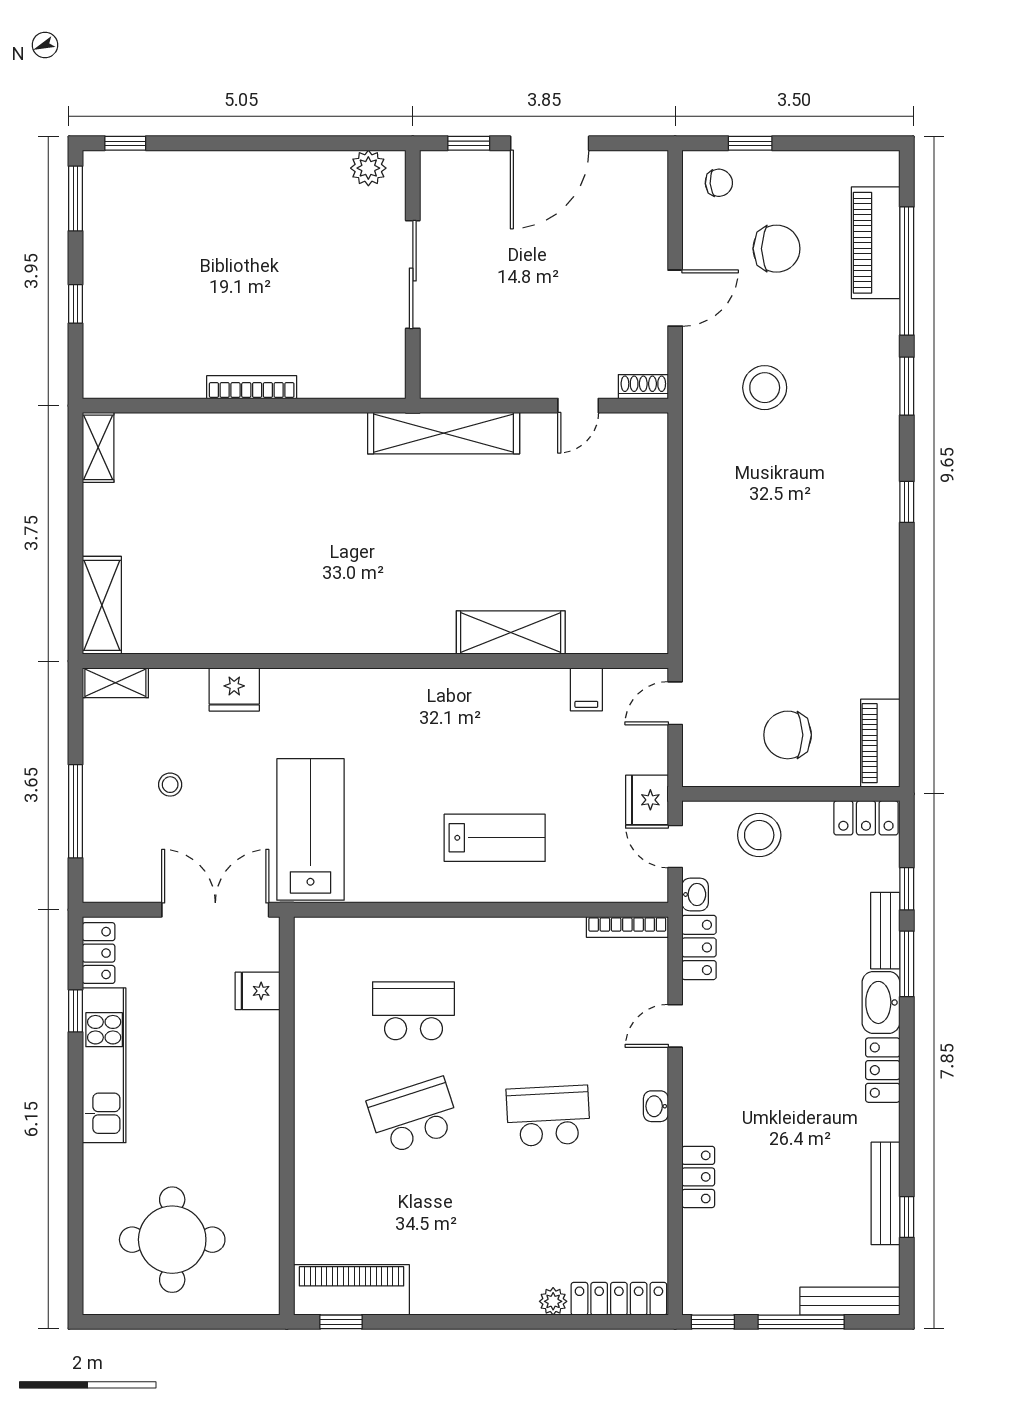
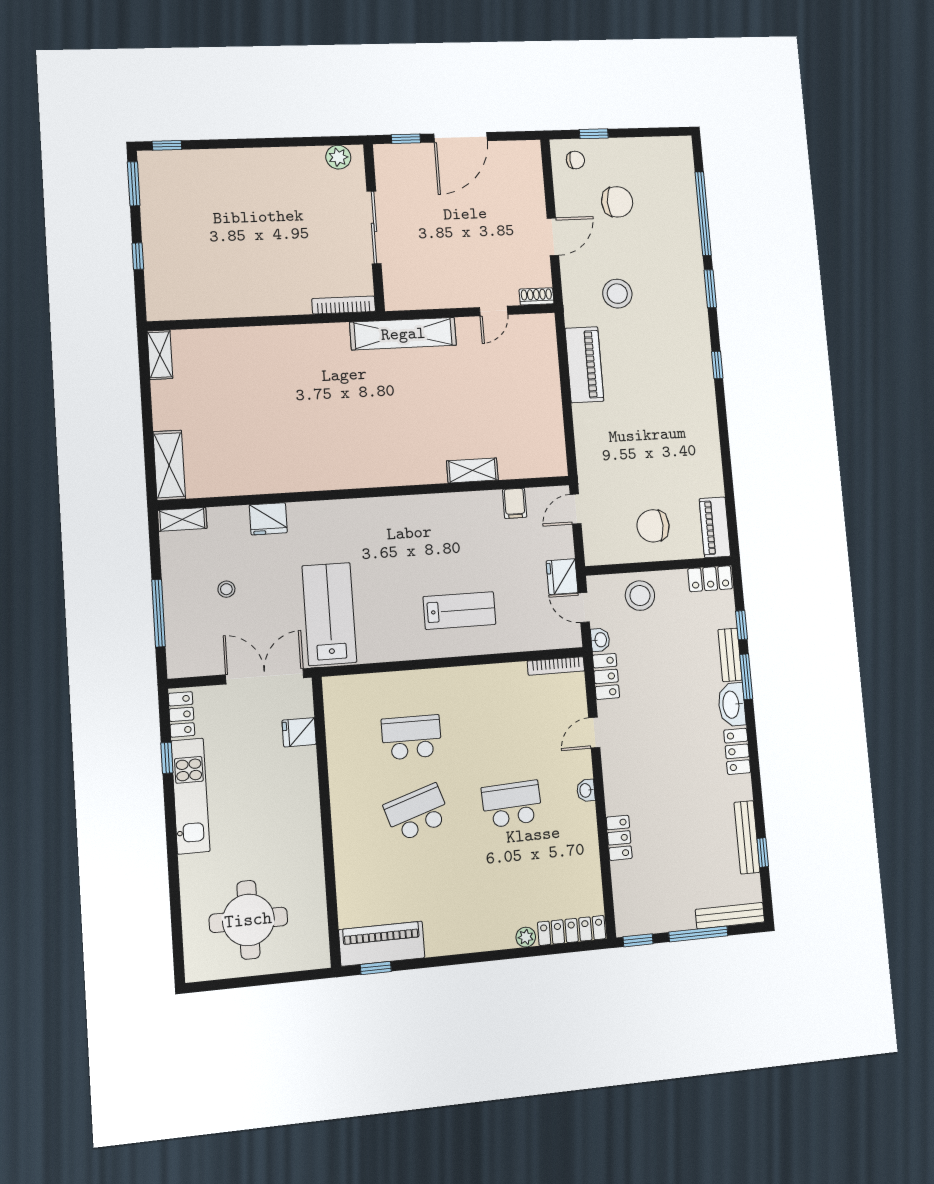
piano: (876, 243) -> (584, 365), moved, turned 180
bookcase: (252, 387) -> (344, 305), moved
shelving: (511, 633) -> (472, 470), width x0.67, depth x0.75

